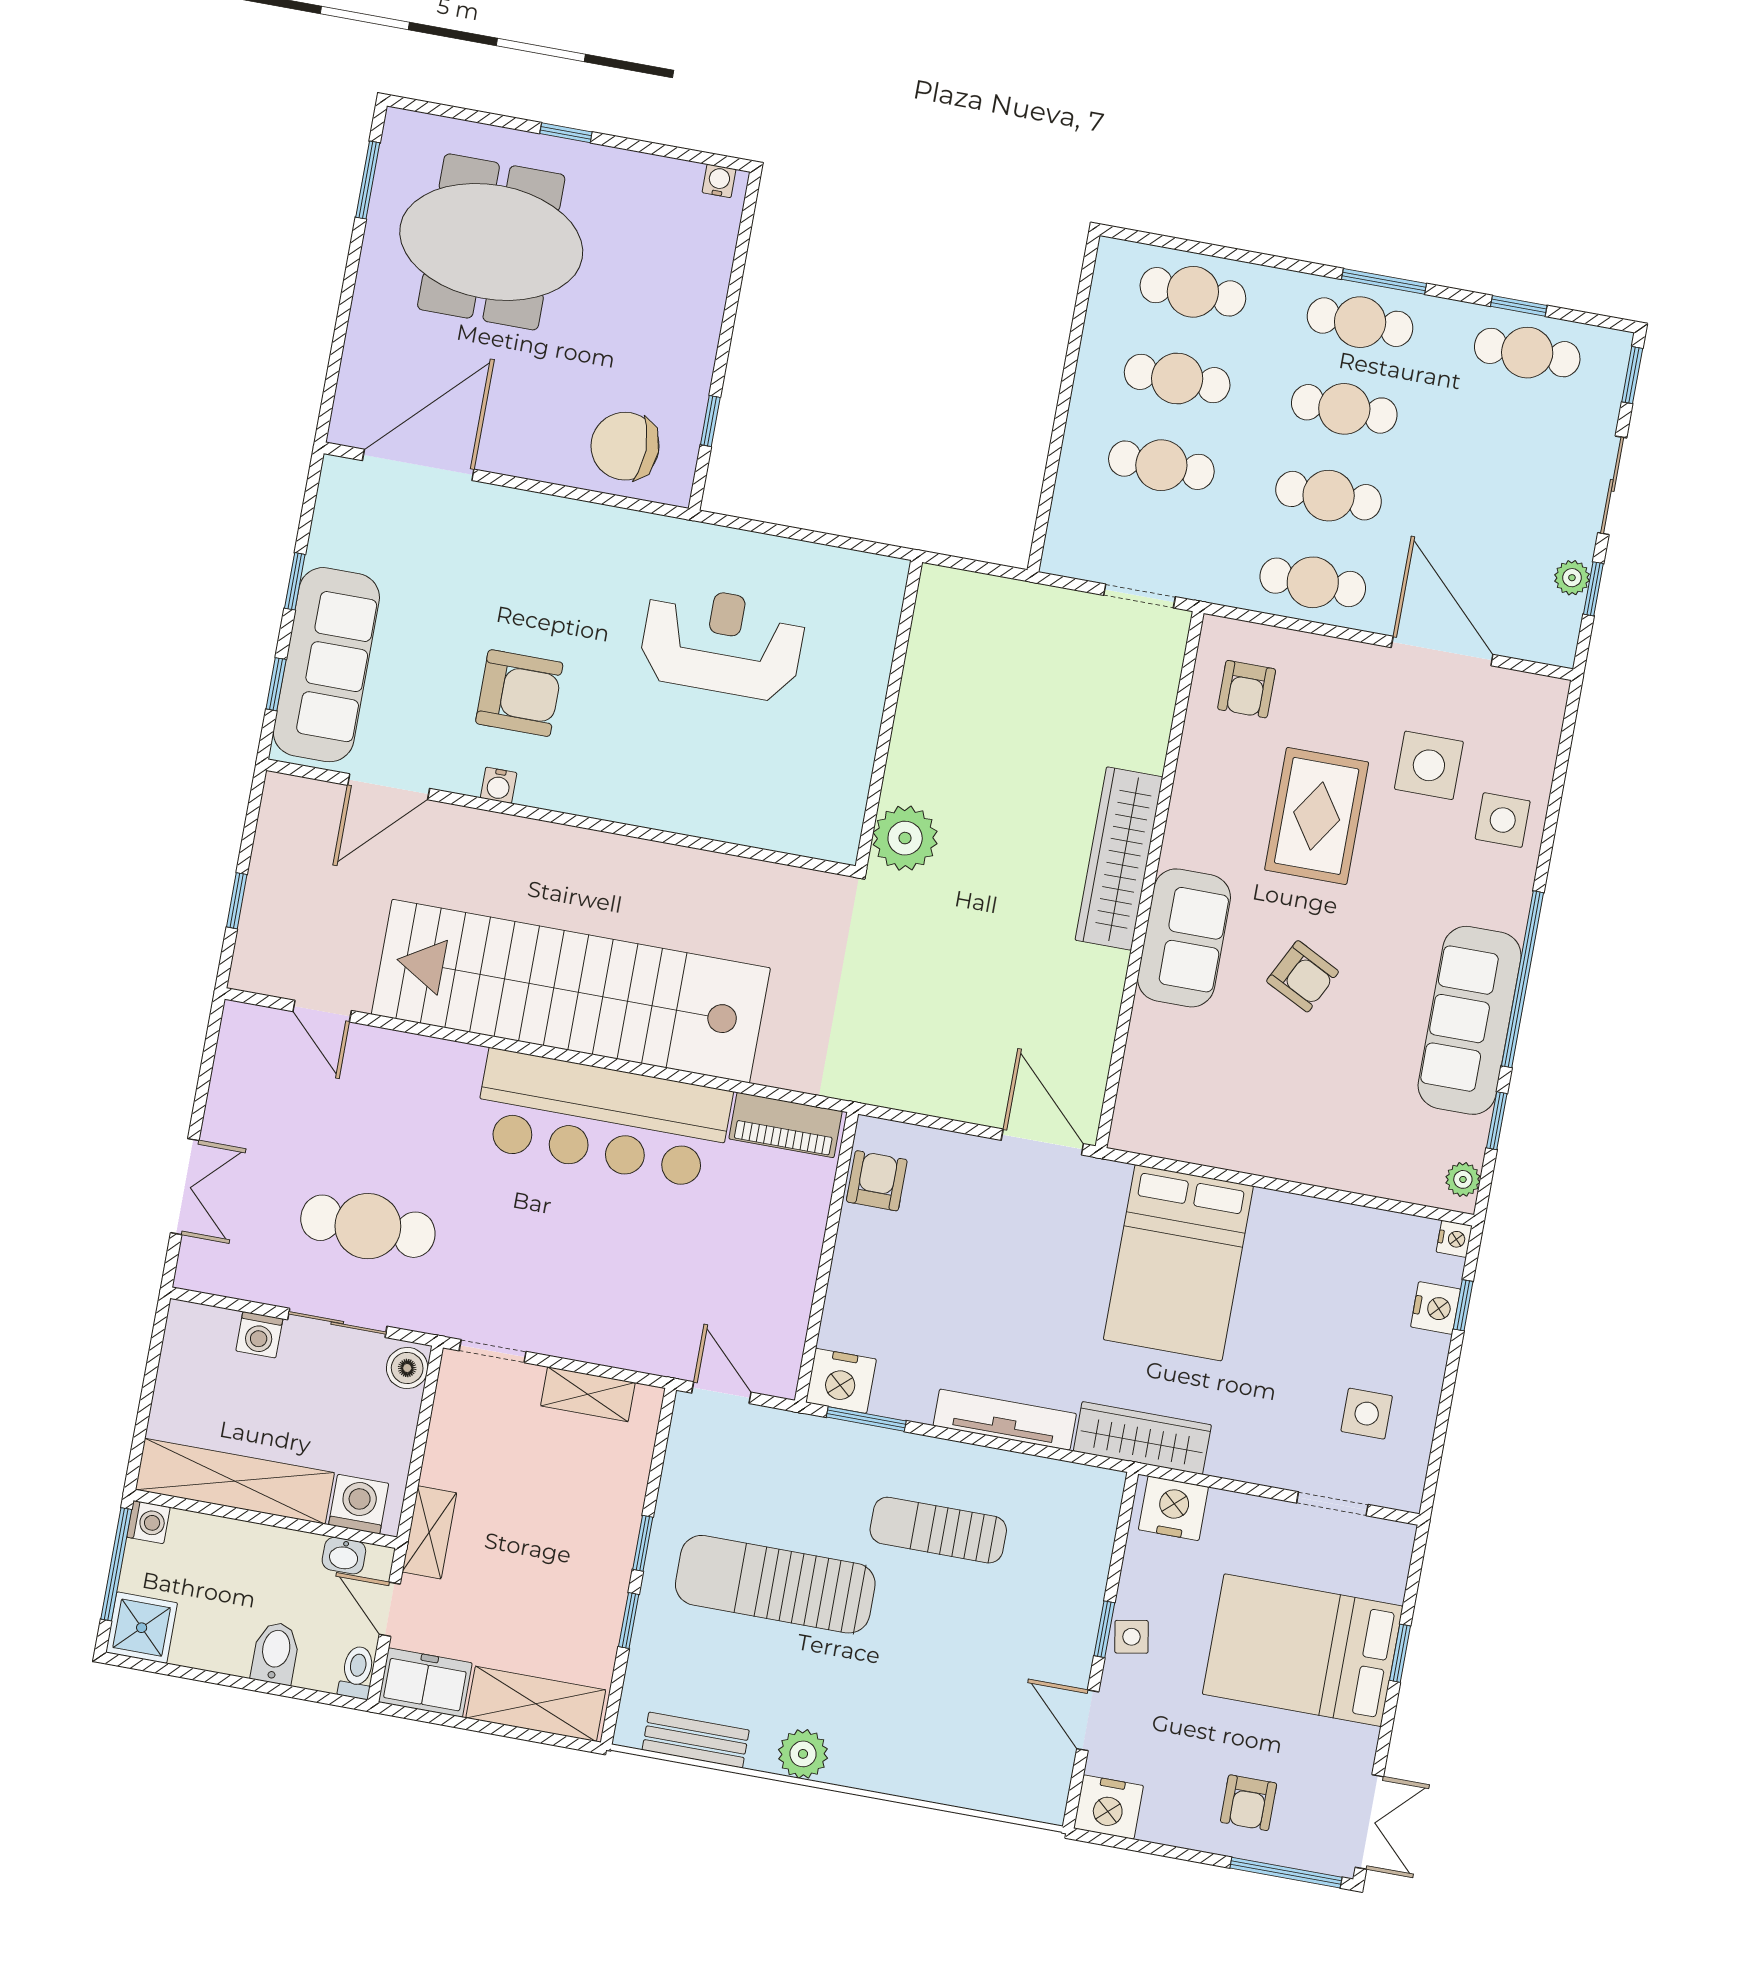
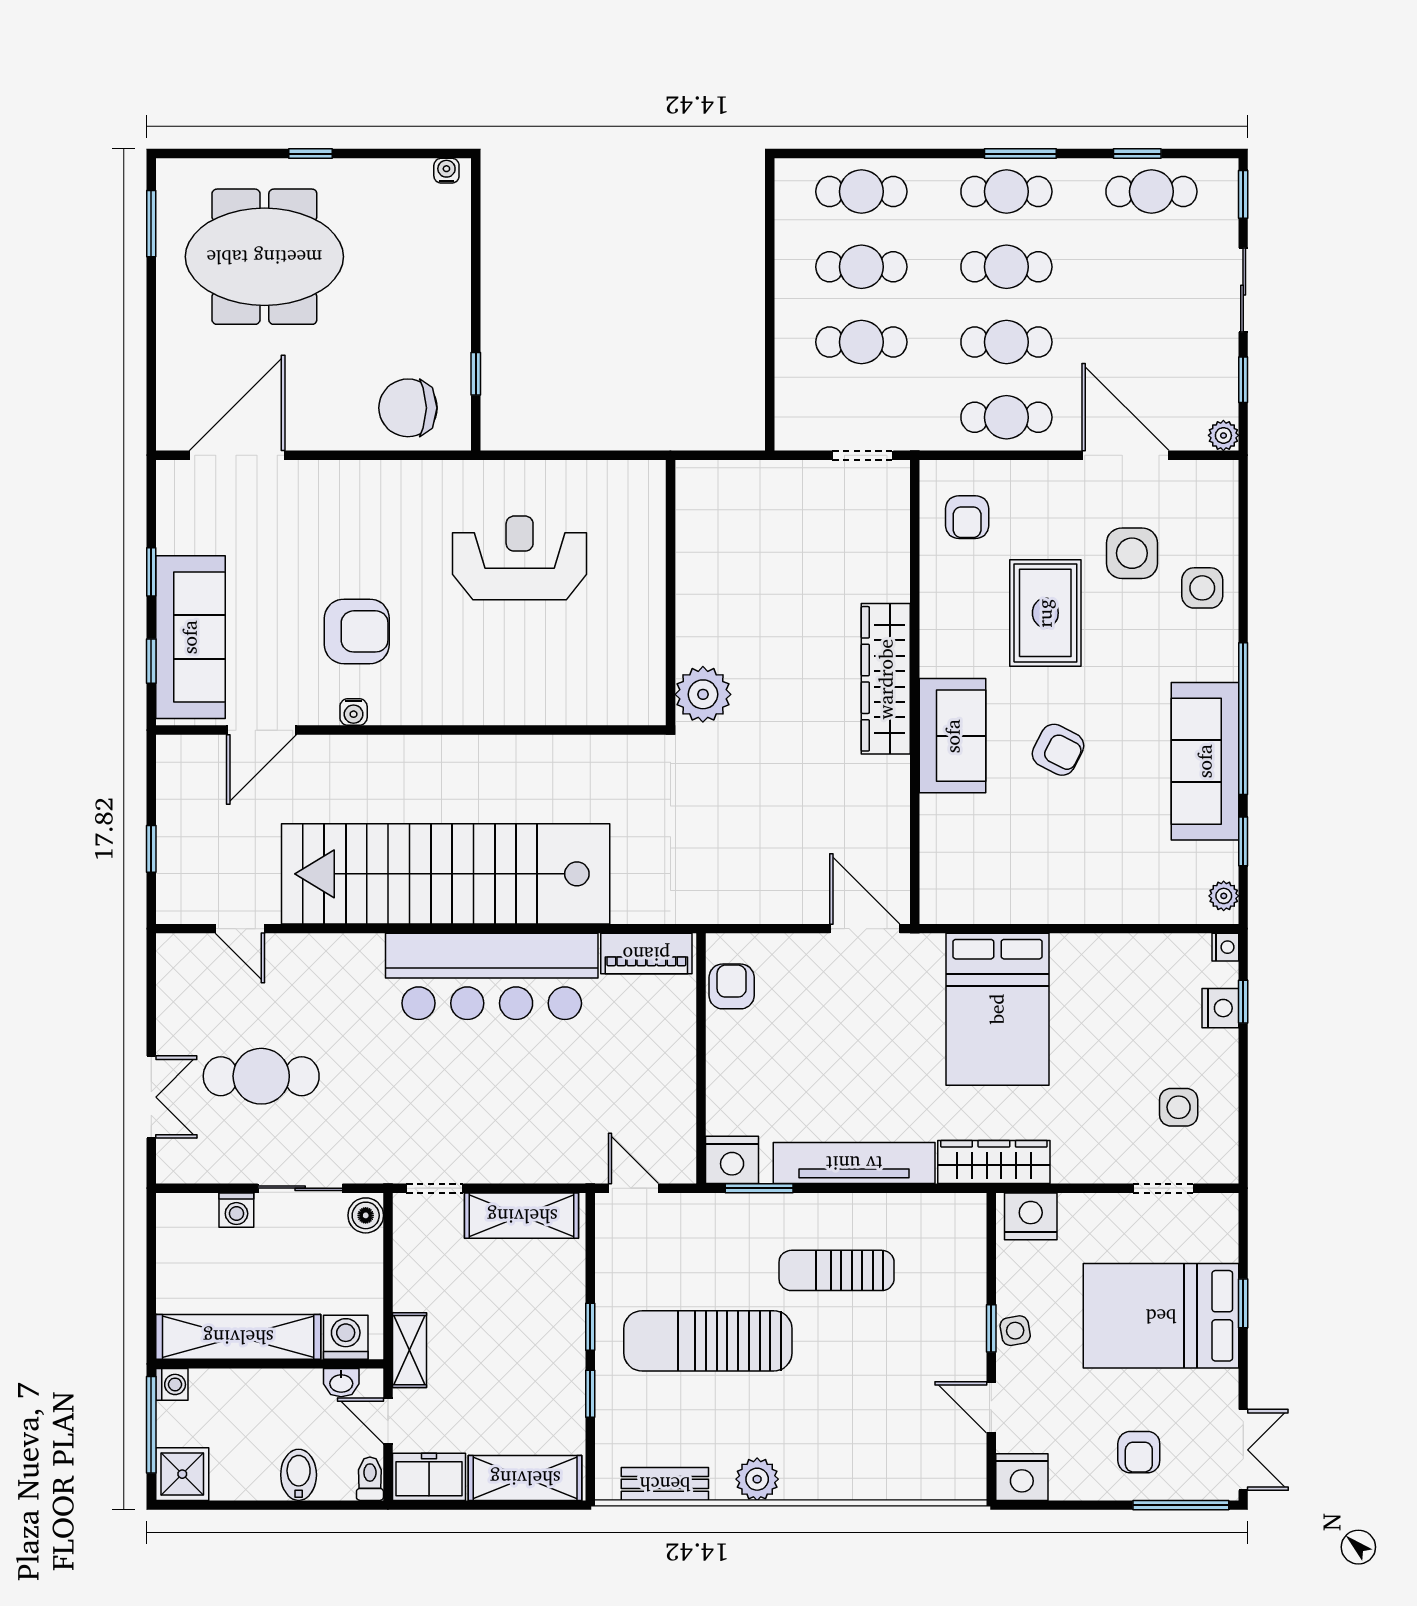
plant: (1572, 578) -> (1223, 435), moved
cafe table: (368, 1226) -> (261, 1076), moved
shelving: (588, 1394) -> (522, 1216), width x1.50, depth x1.33
tv unit: (1005, 1420) -> (854, 1163), width x1.36, depth x1.29

